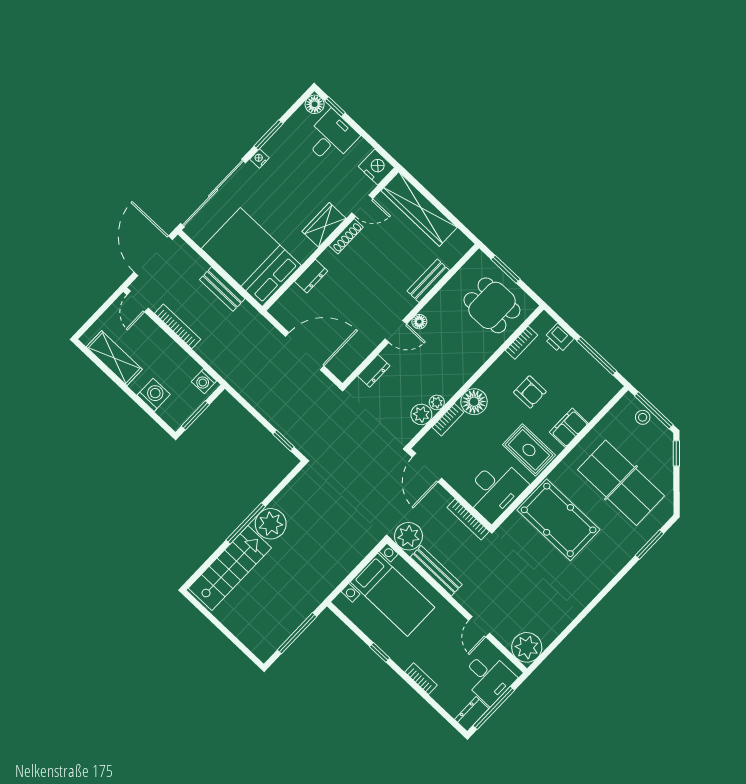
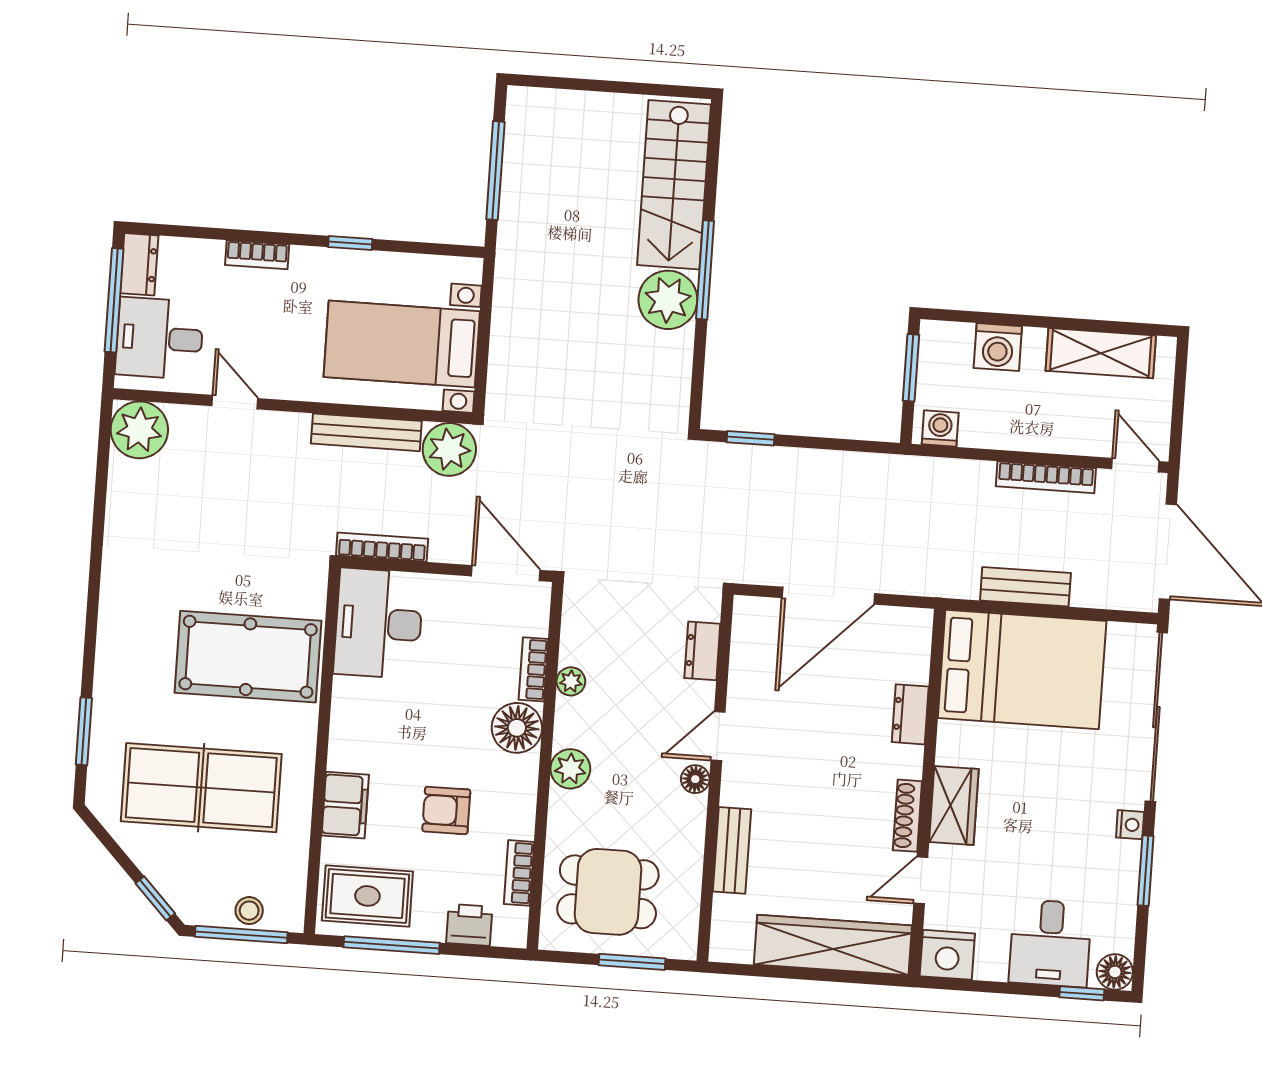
plant: (421, 414) -> (570, 769), moved
rug: (529, 450) -> (367, 896), moved

